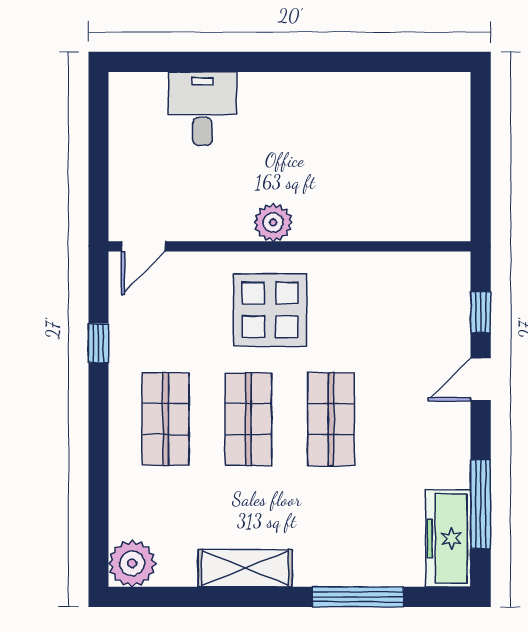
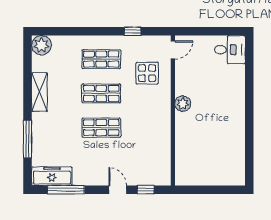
desk: (202, 109) -> (230, 50), moved
door: (143, 246) -> (173, 50), swing flipped
display table: (270, 310) -> (147, 73), moved, width x0.73, depth x0.73

